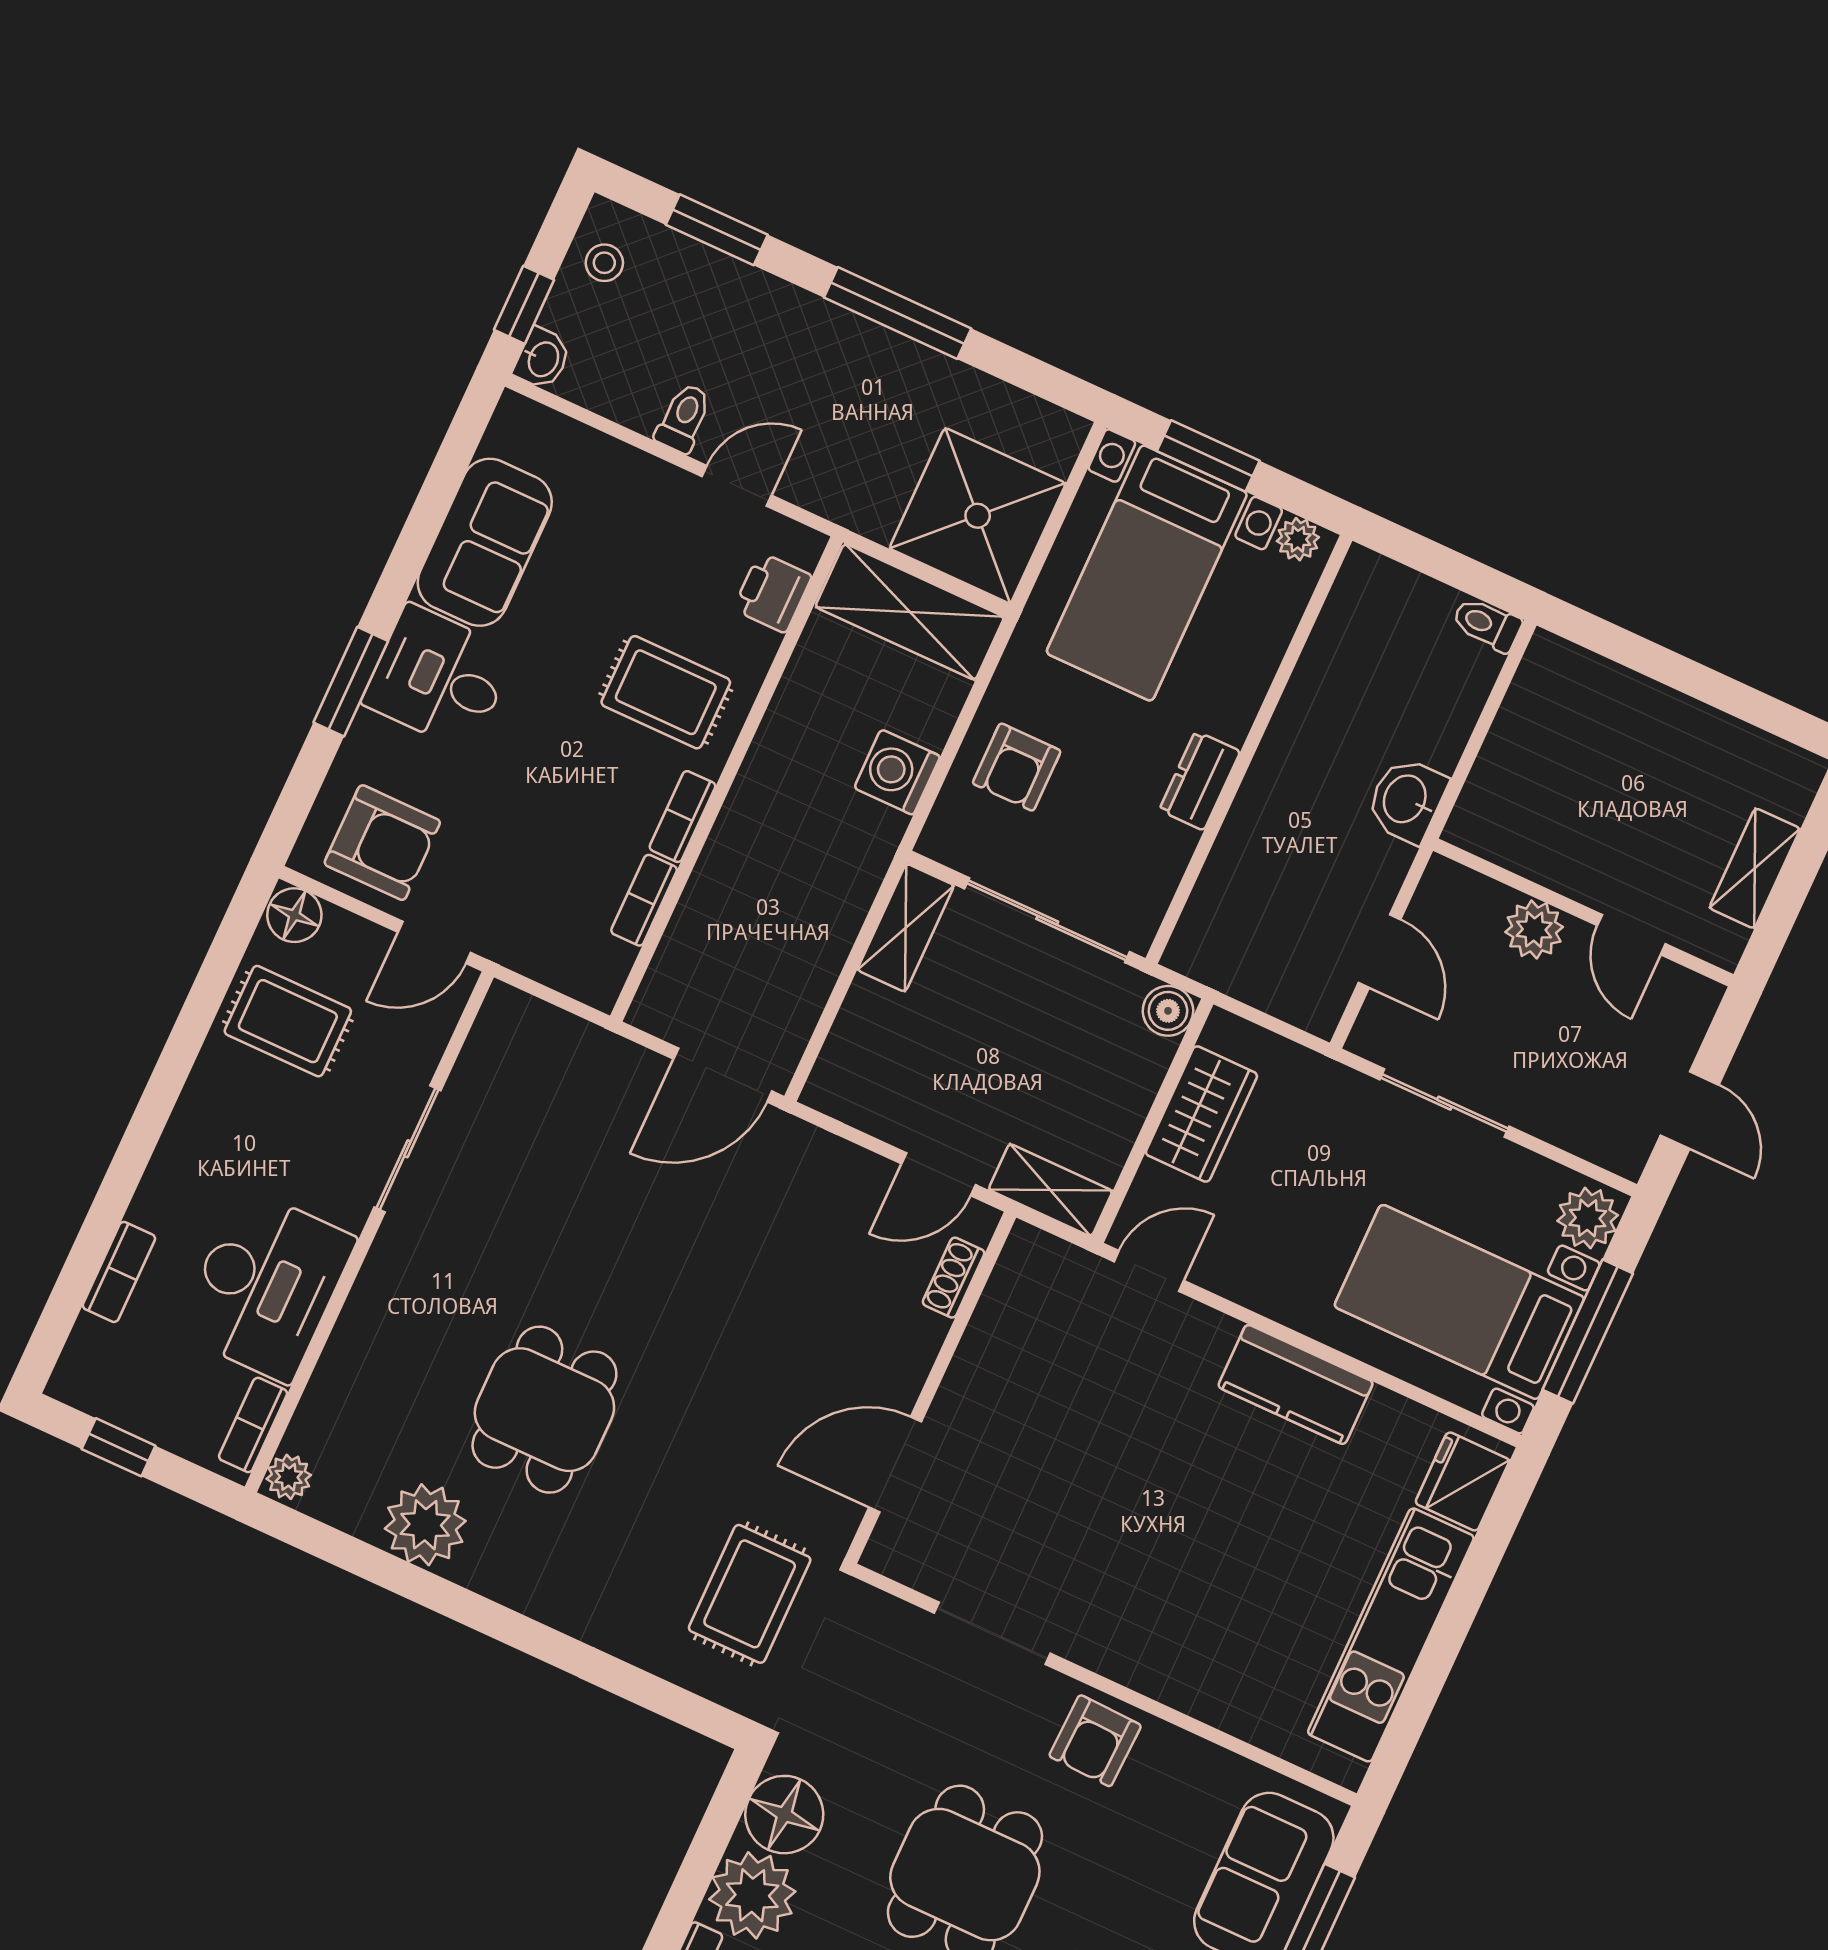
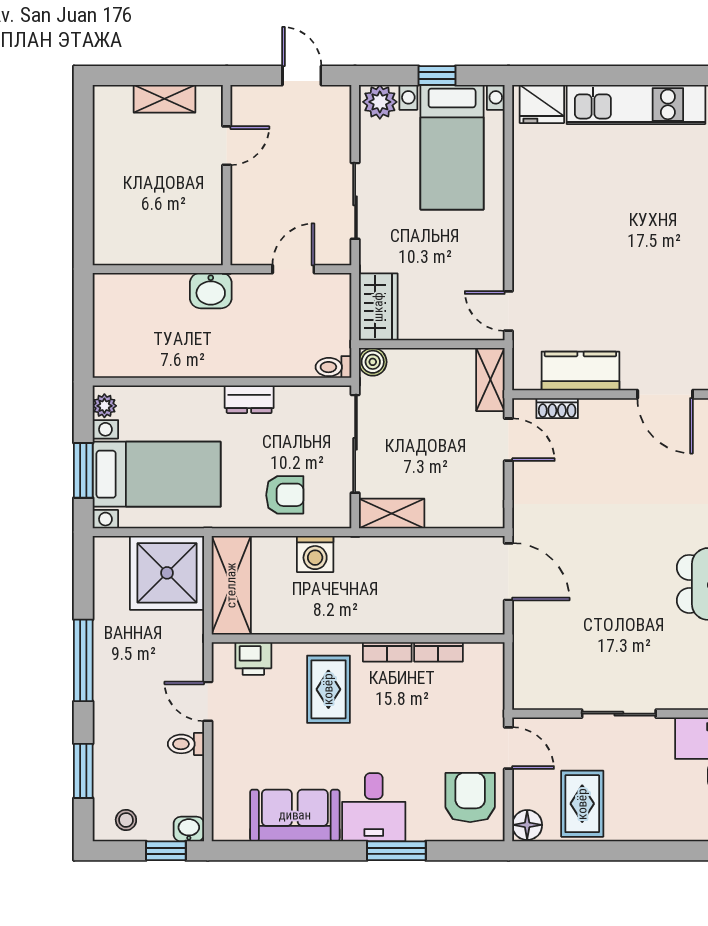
toilet: (1487, 624) -> (333, 367), moved, turned 90
plant: (1534, 929) -> (247, 196), removed
door: (1690, 1110) -> (302, 76), hinge flipped
wardrobe: (1201, 1114) -> (378, 307), moved, turned 90
window: (1588, 1332) -> (437, 76), width x0.46
kitchen counter: (1296, 1384) -> (580, 371), moved, turned -90

